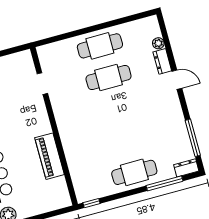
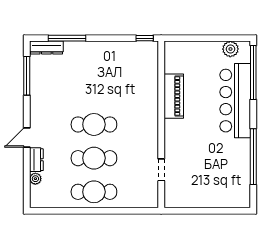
door: (177, 80) -> (27, 138), hinge flipped
dresser: (186, 168) -> (46, 48), width x1.44
cafe table: (134, 172) -> (94, 124), moved

